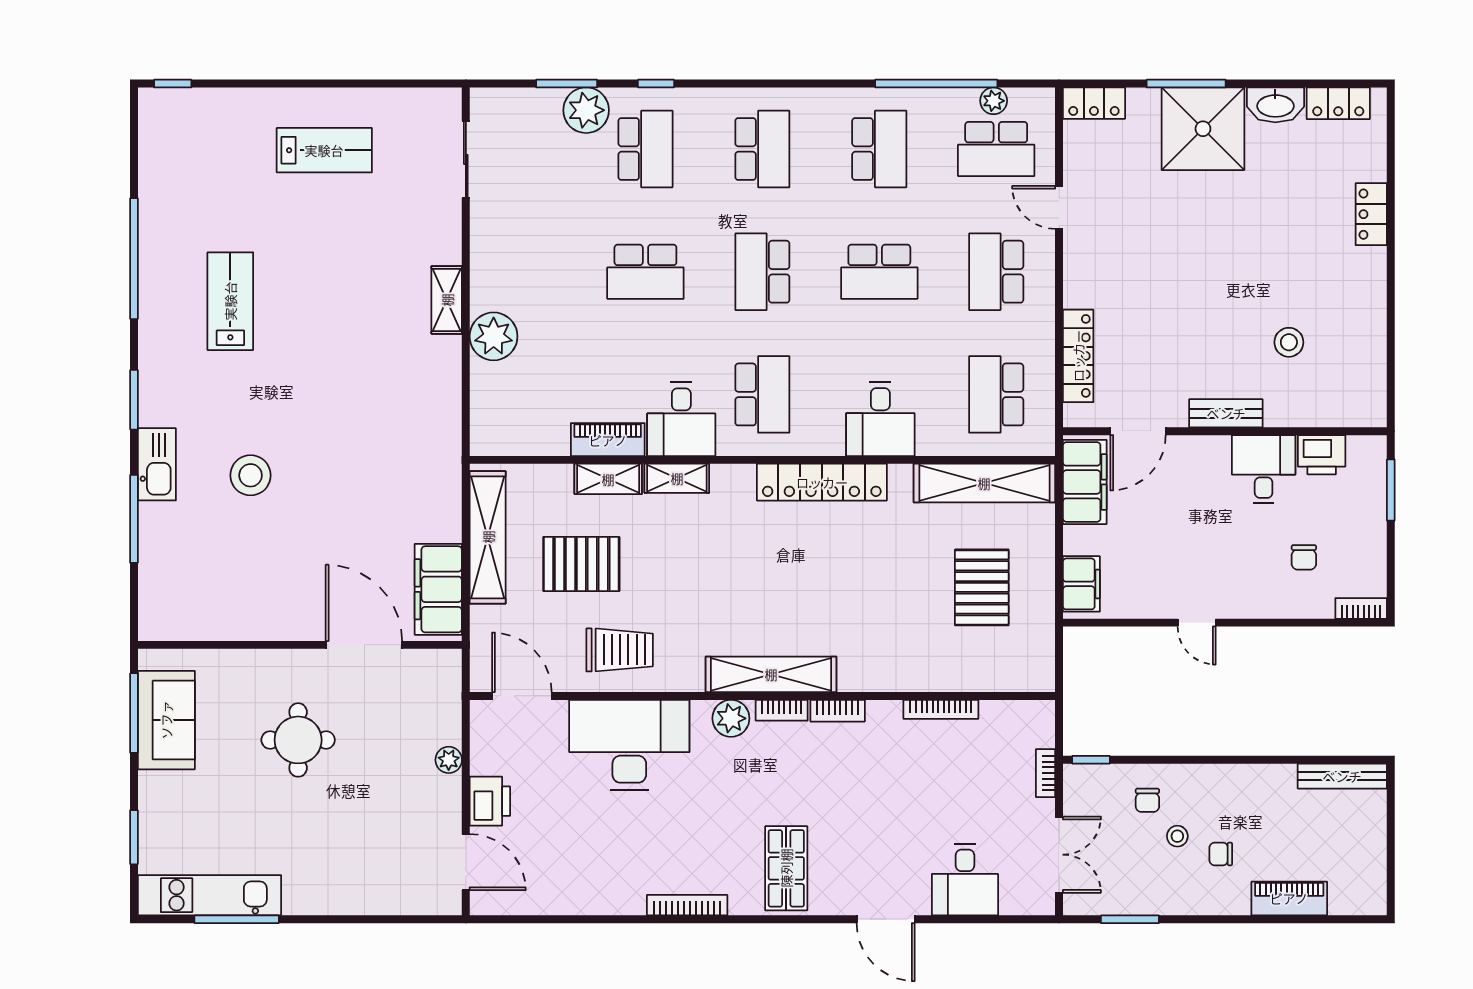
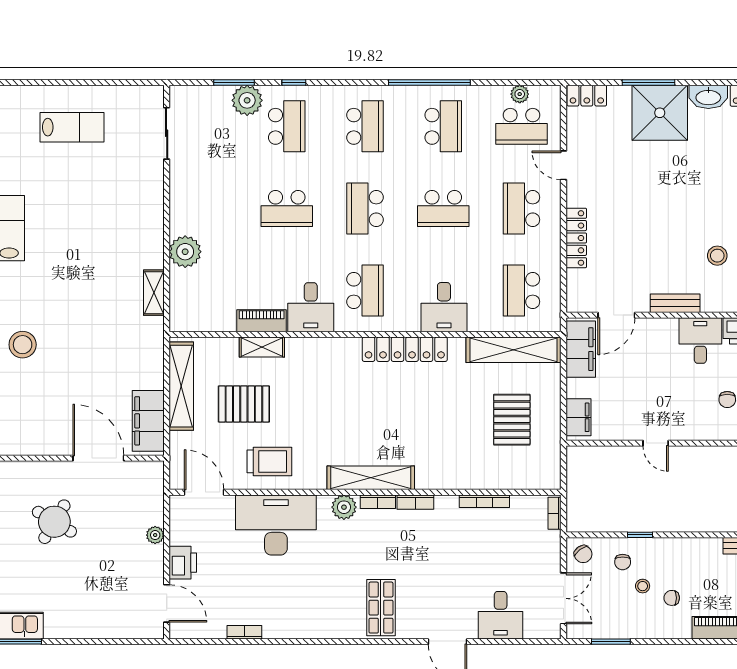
window: (936, 84) -> (429, 83), moved
shelving: (447, 300) -> (154, 293), moved
locker: (1078, 356) -> (576, 238), moved
shelving: (677, 478) -> (308, 347), removed
round table: (298, 740) -> (54, 522), turned 31
window: (1091, 760) -> (640, 535), moved
bookcase: (1046, 773) -> (554, 513), moved
chair: (1088, 788) -> (583, 554), added
bookcase: (687, 905) -> (244, 632), moved, width x0.64

